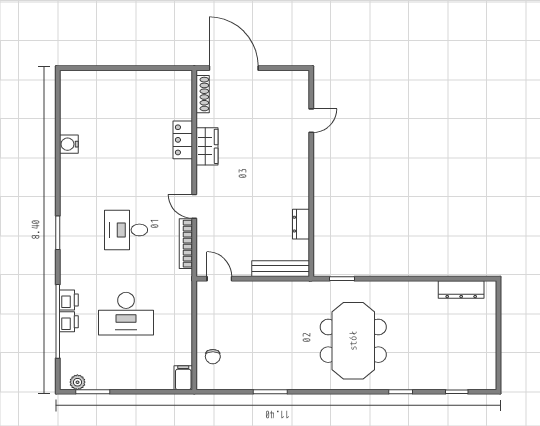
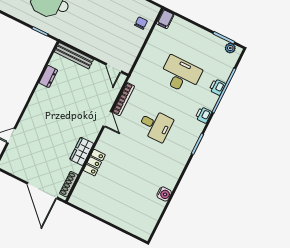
printer: (69, 300) -> (203, 115), moved

